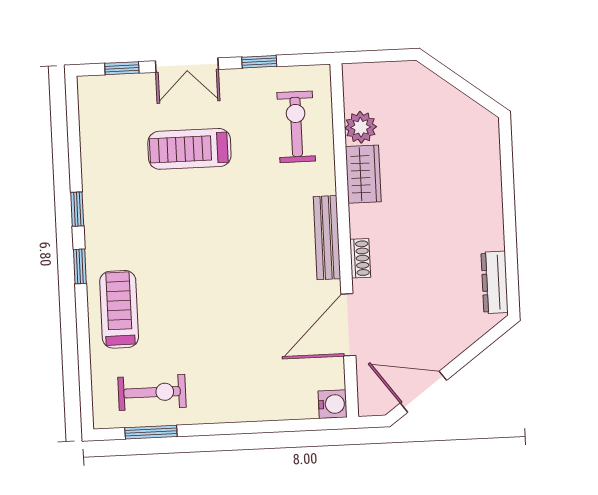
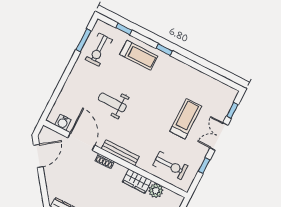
window: (77, 209) -> (124, 29), moved
weight bench: (239, 308) -> (112, 102), added
water cooler: (333, 404) -> (63, 122), moved

